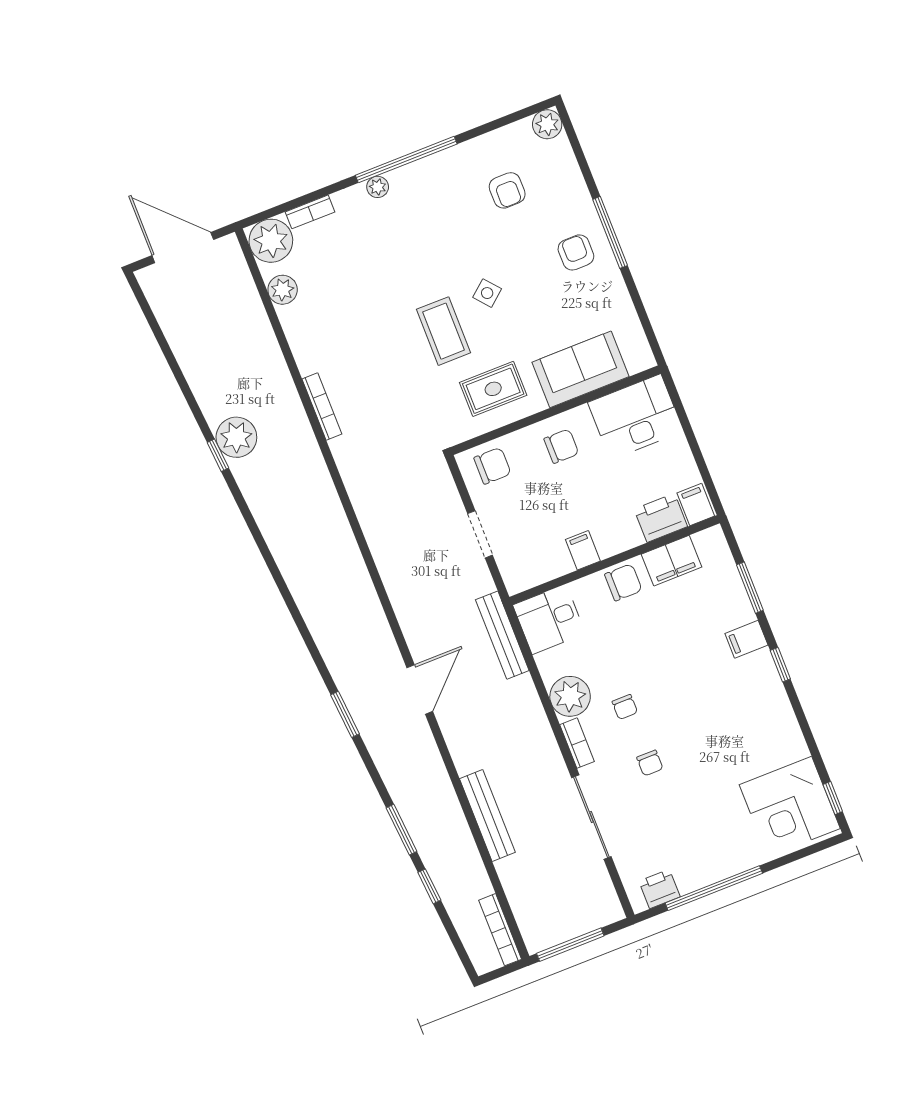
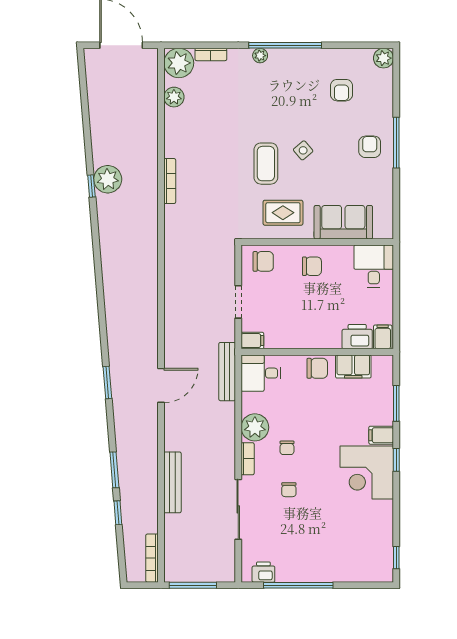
desk: (636, 417) -> (374, 266), width x0.73
filing cabinet: (583, 550) -> (252, 341), moved, turned 90
corner desk: (790, 807) -> (367, 473), moved

